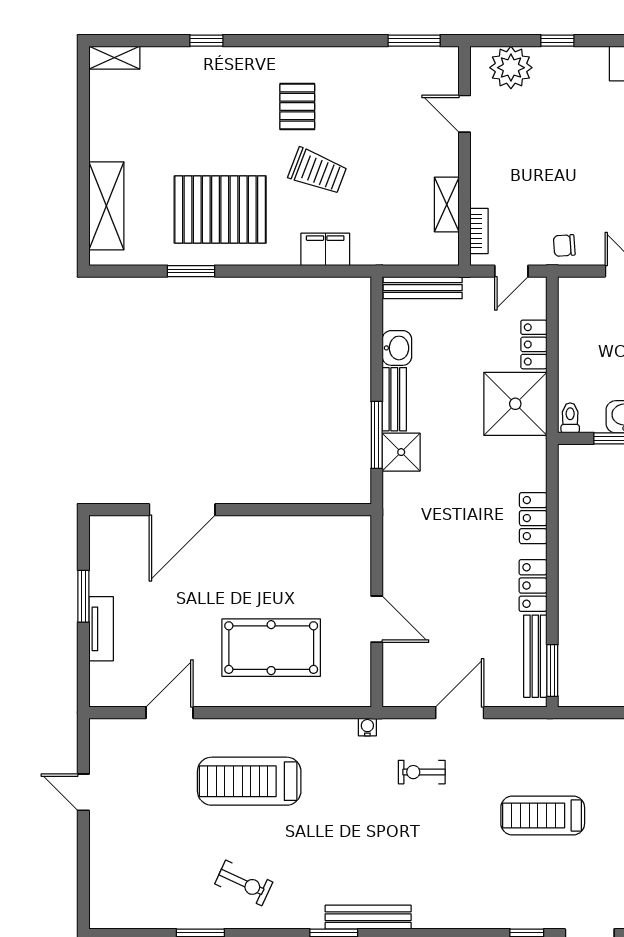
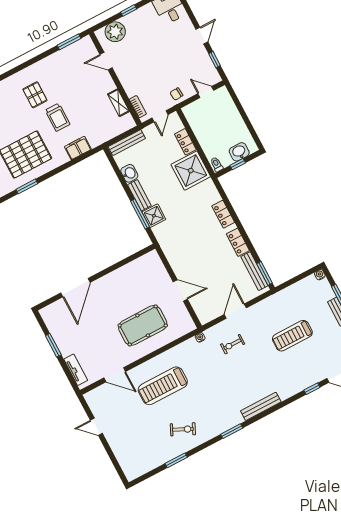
trolley: (317, 171) -> (57, 117), turned 69
tv unit: (101, 629) -> (76, 370), moved
door: (170, 713) -> (115, 375), swing flipped
bench: (368, 917) -> (261, 406), moved

